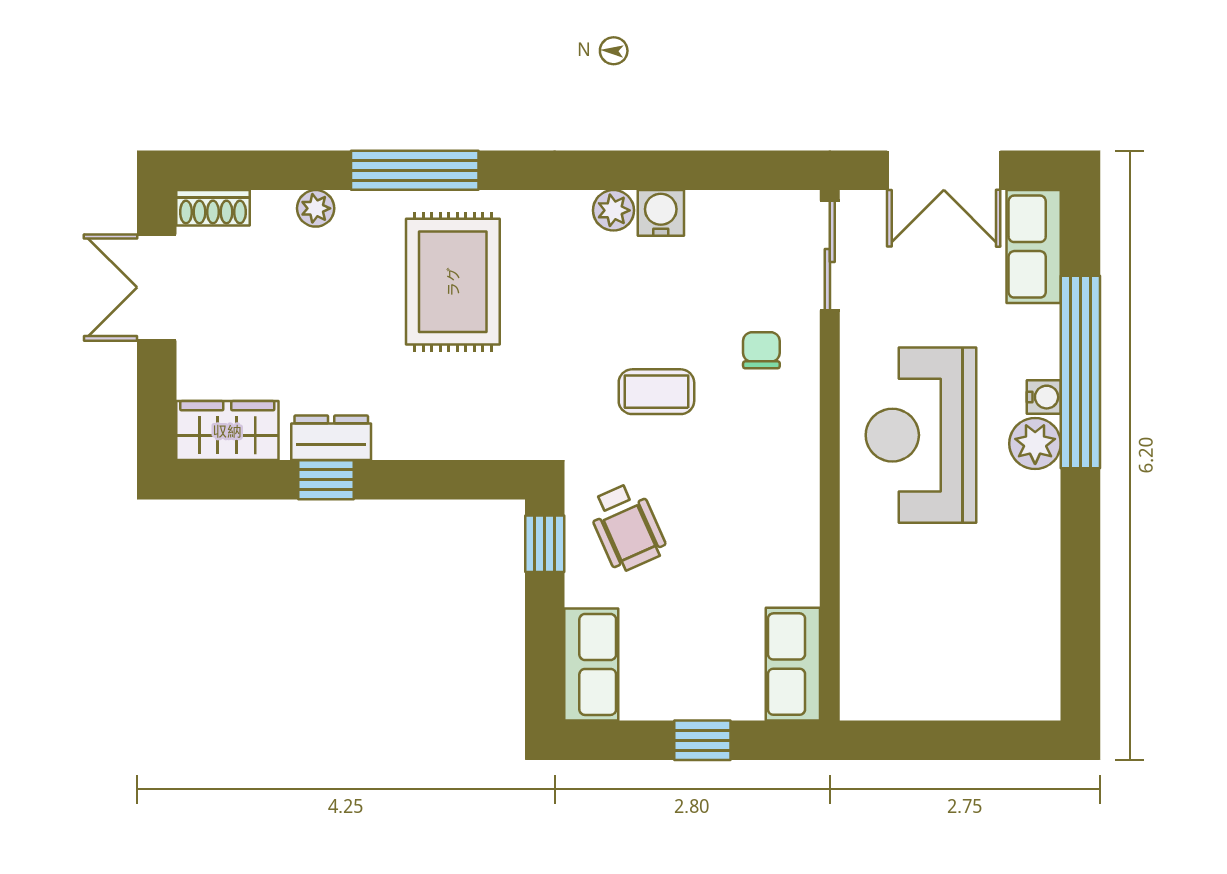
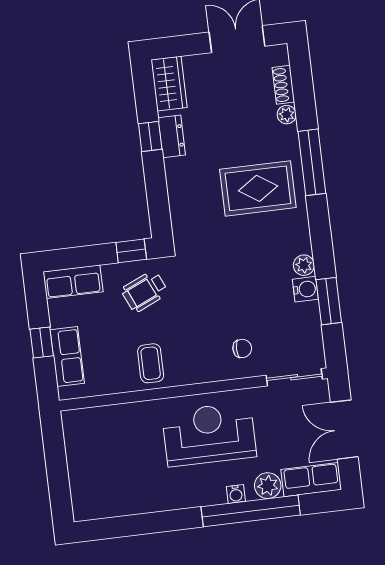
window: (689, 170) -> (329, 301), added
shoe rack: (213, 208) -> (283, 85), moved
coffee table: (656, 392) -> (151, 363), moved
plant: (1035, 444) -> (268, 486), moved
row of seats: (793, 664) -> (67, 356), moved, turned 90

